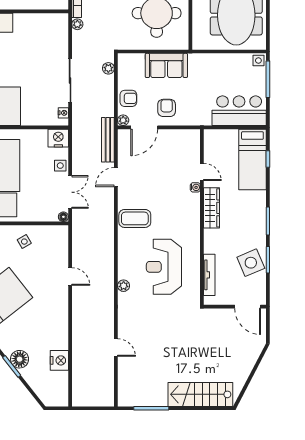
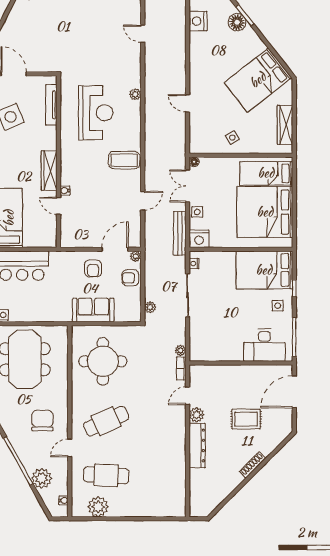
bench: (108, 140) -> (180, 233), moved

